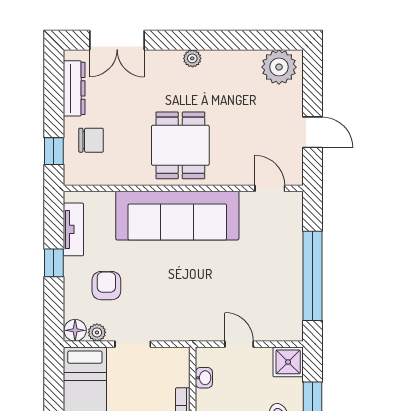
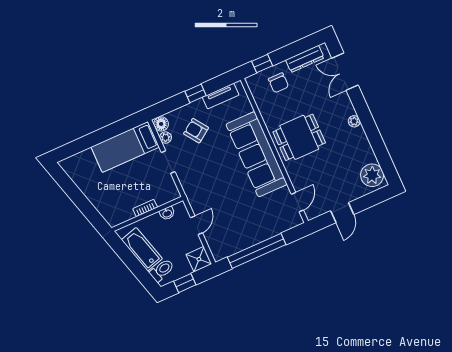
armchair: (106, 286) -> (196, 131), turned -125

